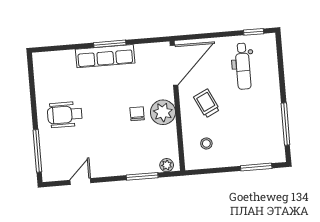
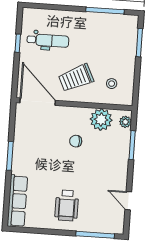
window: (254, 32) -> (18, 43), moved
row of seats: (105, 56) -> (17, 201), moved
trolley: (207, 103) -> (76, 78), width x1.36, depth x1.39
plant: (163, 112) -> (101, 120), moved

